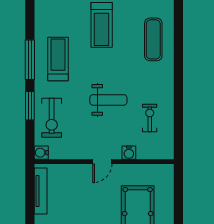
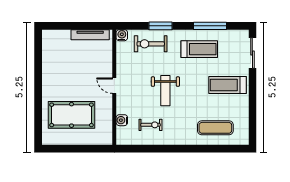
window: (30, 60) -> (210, 26), moved
water cooler: (129, 153) -> (122, 120), moved

